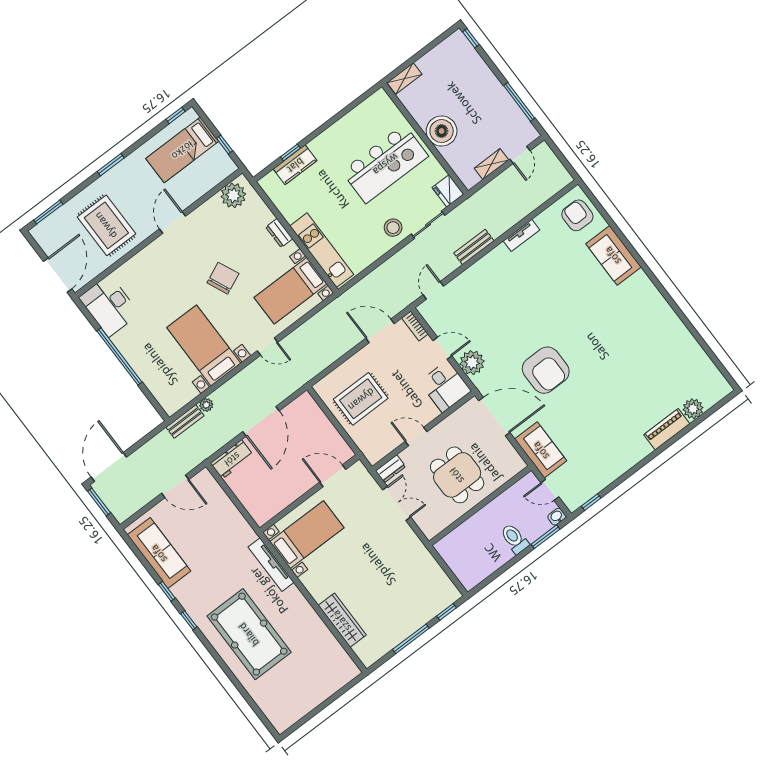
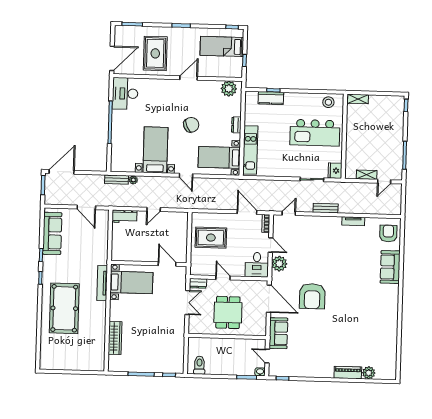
boiler: (442, 131) -> (355, 139), removed
stool: (393, 228) -> (328, 102), moved
door: (261, 421) -> (154, 209), width x0.53
toilet: (515, 539) -> (199, 365), moved

